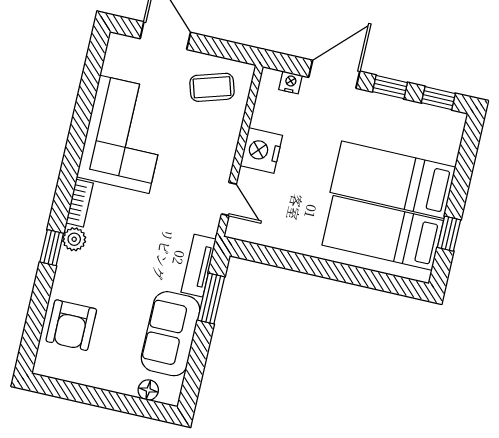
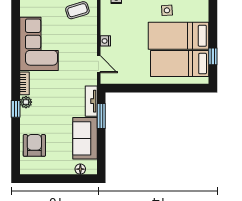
side table: (382, 126) -> (167, 10), added
nightstand: (261, 150) -> (105, 41), width x0.53, depth x0.56
armchair: (71, 325) -> (34, 145), turned 180

